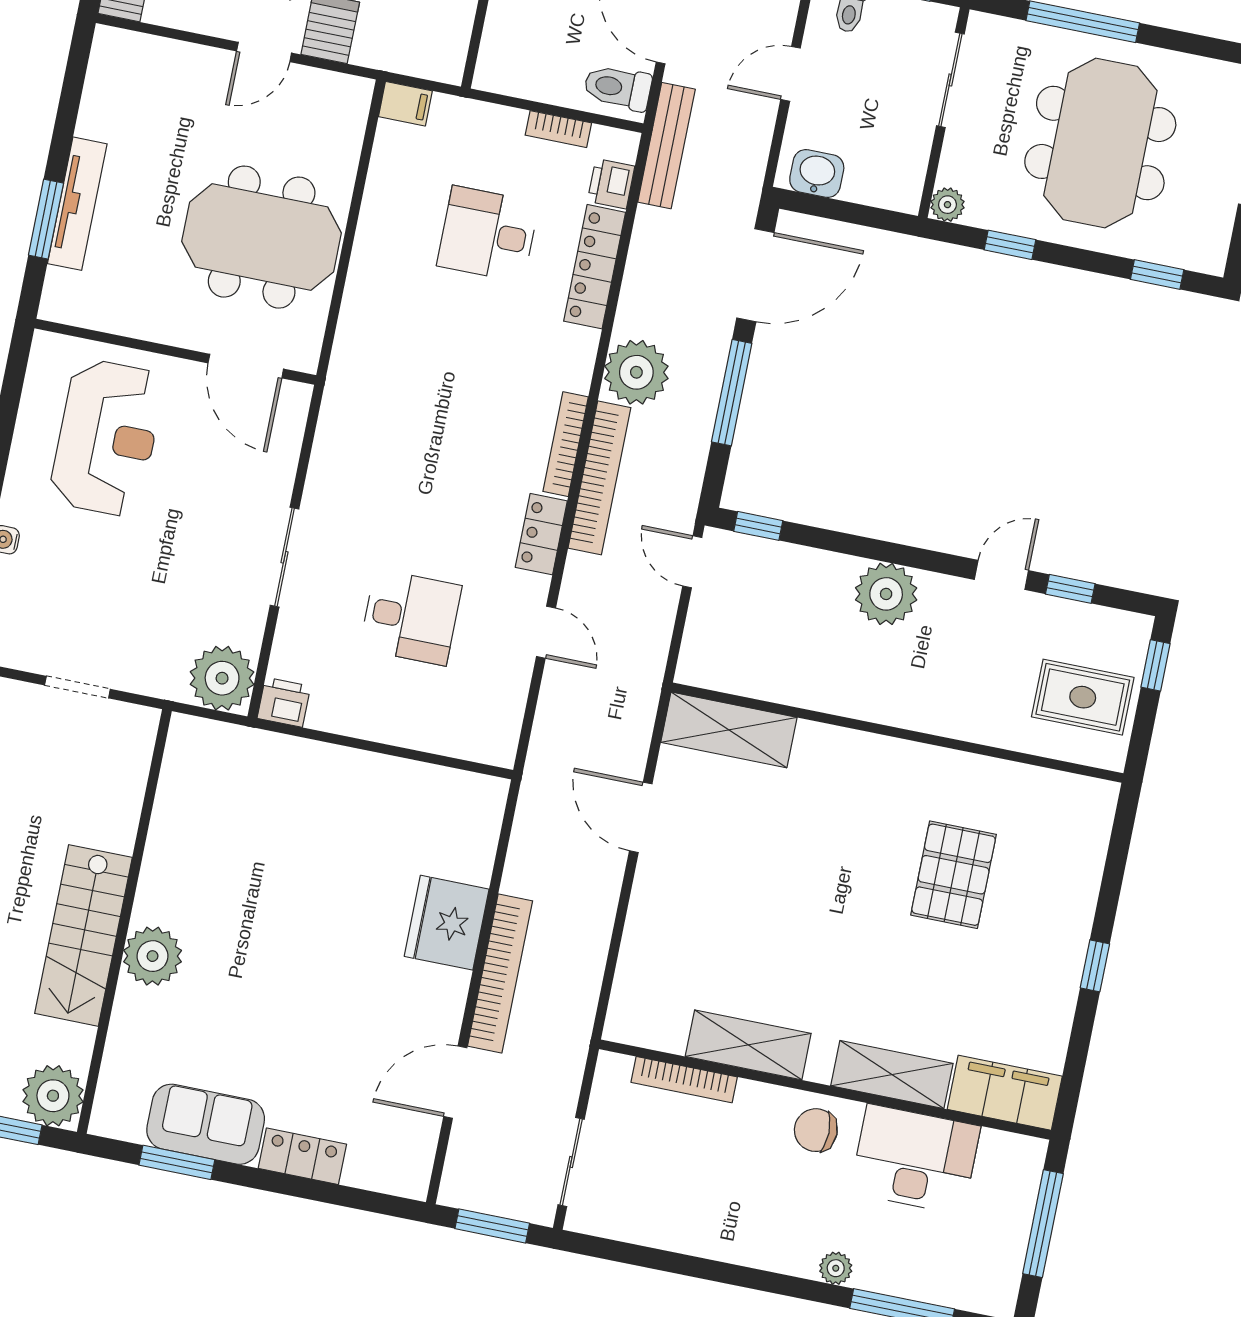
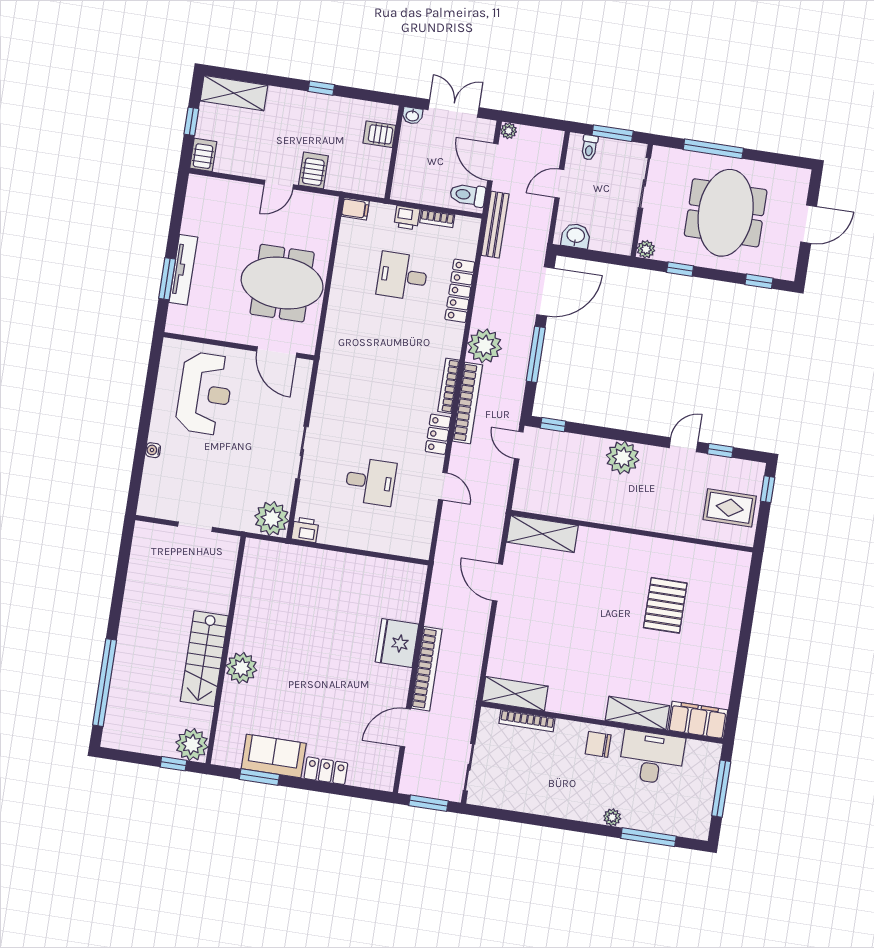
printer: (611, 184) -> (407, 218), moved, turned -90
window: (1095, 966) -> (743, 650), removed
shelving: (748, 1045) -> (515, 694), moved

